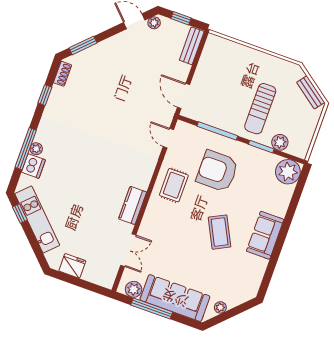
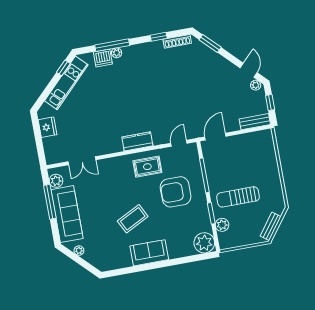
shoe rack: (63, 74) -> (177, 41), width x1.43
armchair: (217, 171) -> (176, 192), turned -90
kitchen counter: (133, 205) -> (137, 141), moved

